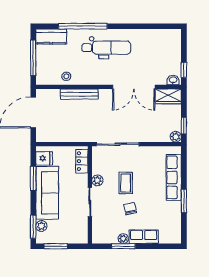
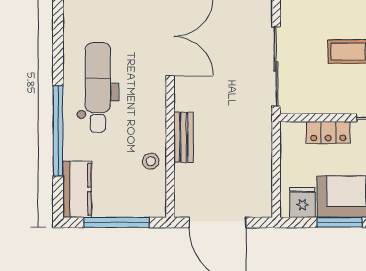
bench: (79, 94) -> (184, 137), width x0.73
locker: (82, 161) -> (328, 132), moved
plant: (97, 180) -> (343, 104), removed

